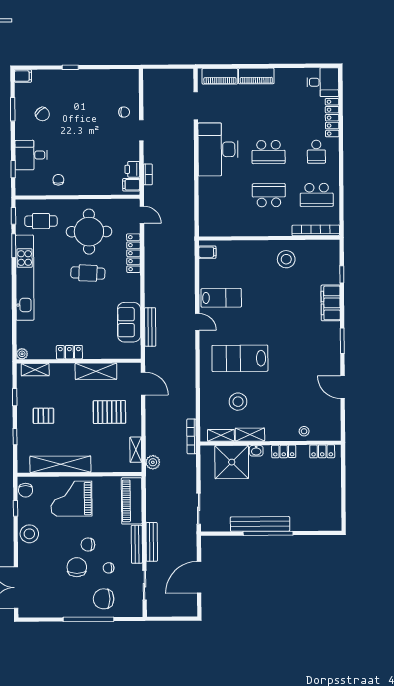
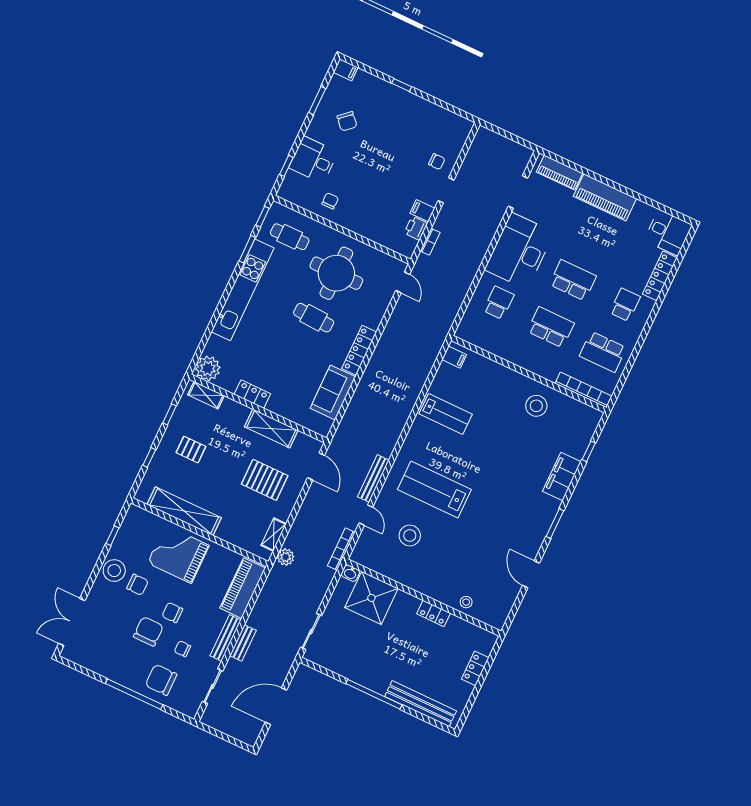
piano: (256, 76) -> (605, 197), width x1.37, depth x1.33
school desk: (269, 152) -> (573, 280), turned 180
school desk: (316, 152) -> (625, 305), turned 180
filing cabinet: (131, 185) -> (422, 211), moved
school desk: (221, 196) -> (499, 303), added
locker: (133, 253) -> (359, 350), moved
door: (197, 322) -> (366, 515), moved
bench: (150, 327) -> (373, 478), moved
plant: (22, 354) -> (208, 368), width x1.87, depth x1.87
shelving: (221, 435) -> (374, 563), removed
shelving: (250, 435) -> (406, 578), removed
washbasin: (256, 451) -> (350, 573), moved
locker: (322, 451) -> (475, 668), moved, turned 90
chair: (26, 490) -> (137, 585), moved, turned -90
bench: (260, 524) -> (421, 704), moved
bench: (152, 542) -> (243, 643), width x0.73

